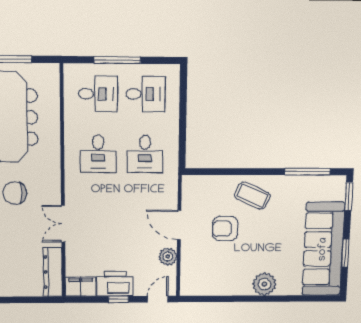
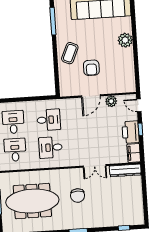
desk: (98, 154) -> (50, 148), turned 180

